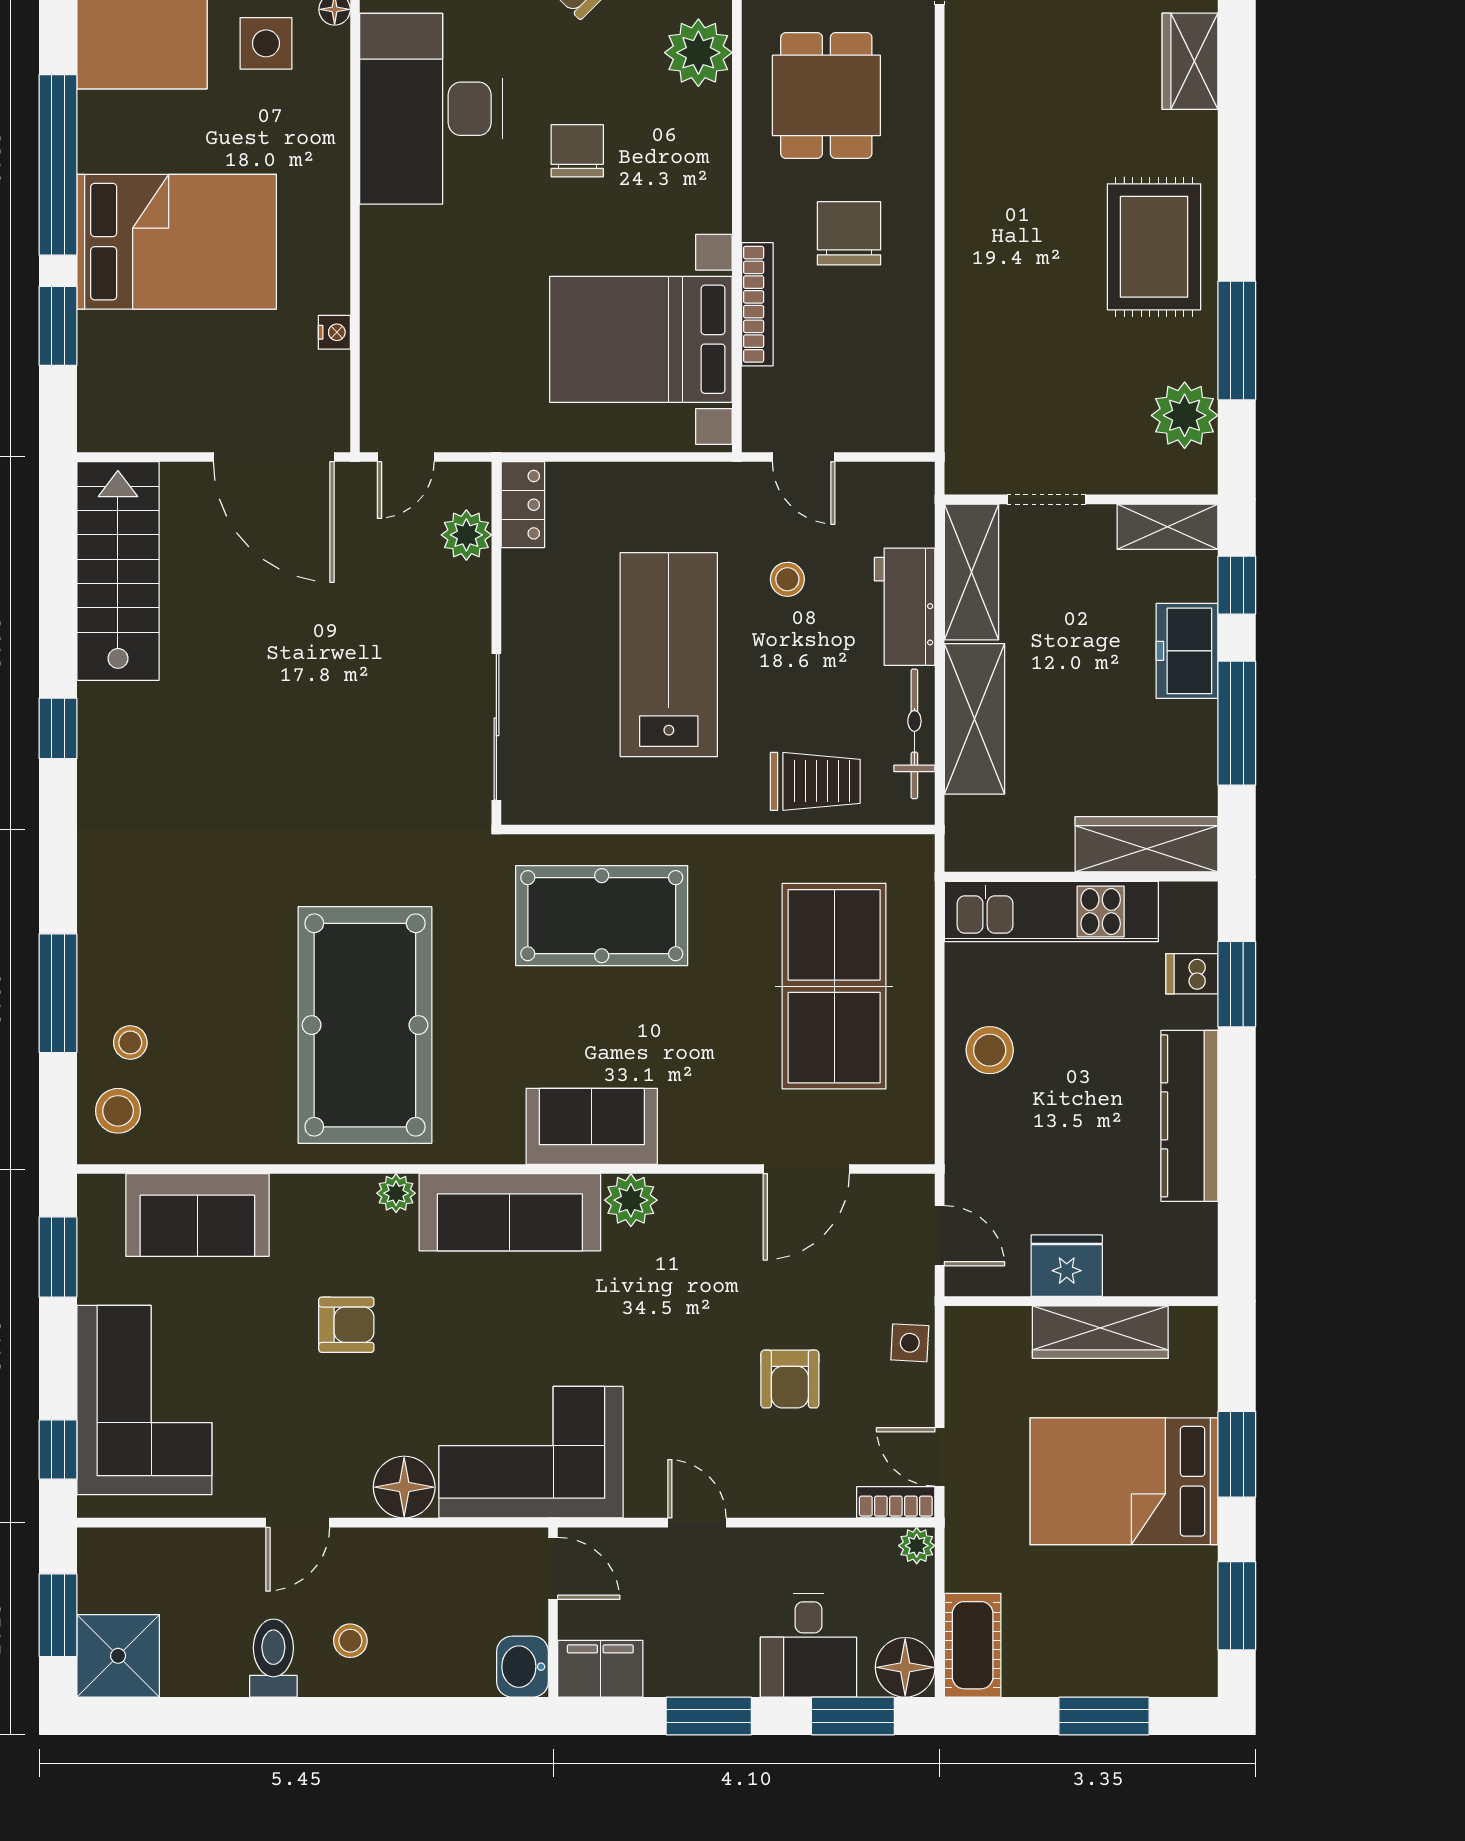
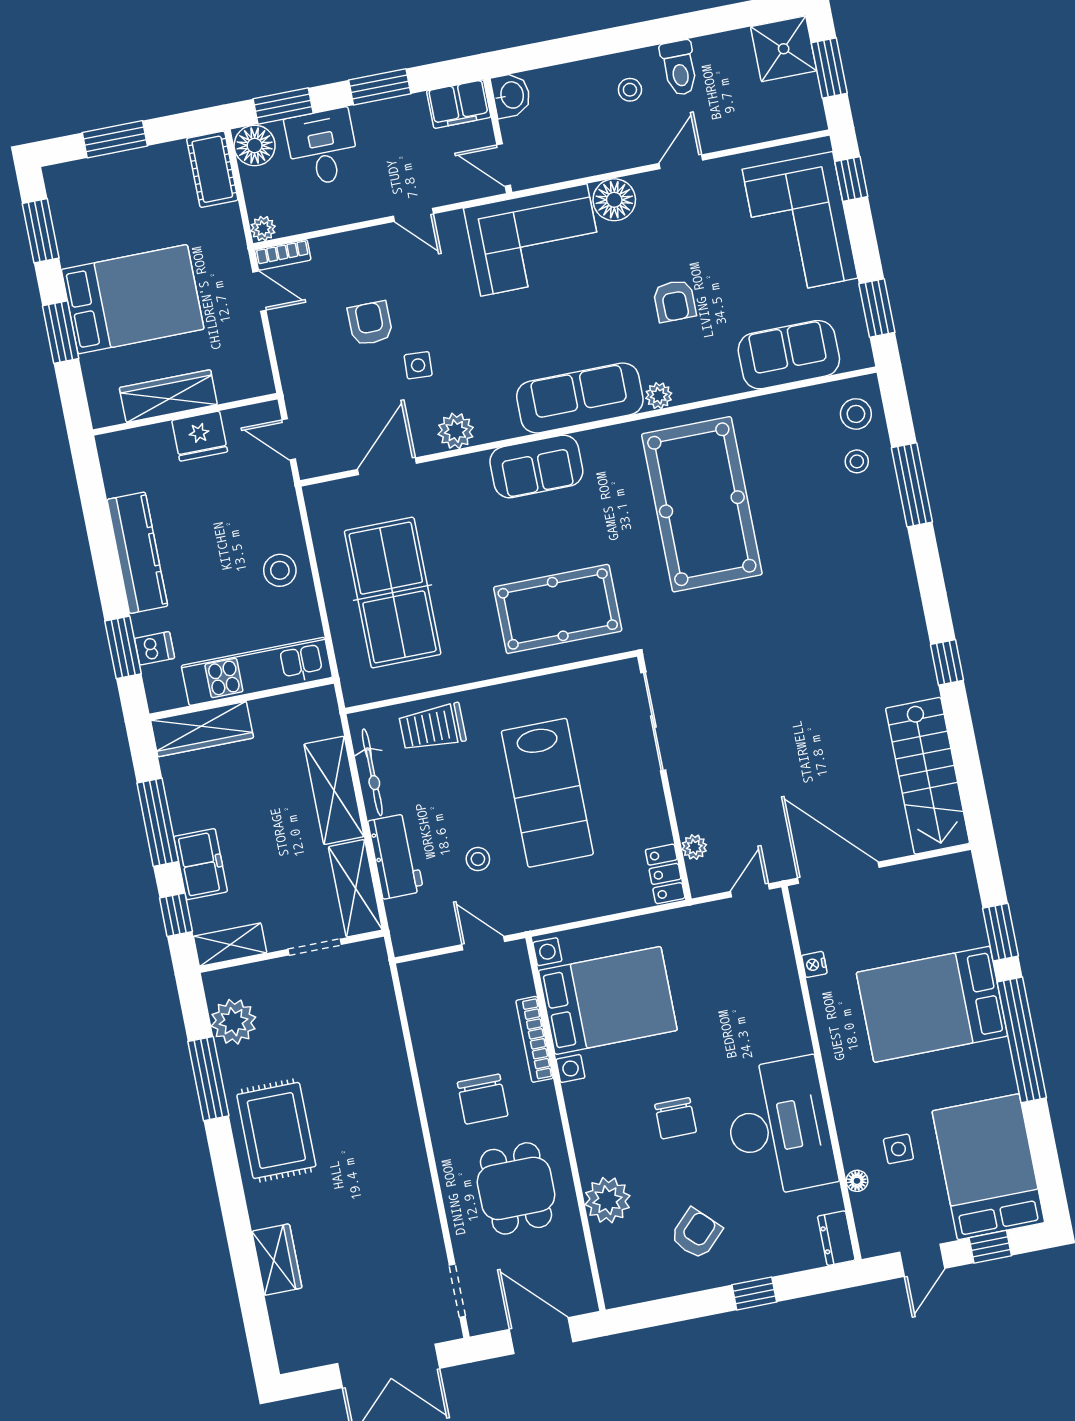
side table: (266, 43) -> (898, 1149), width x0.73, depth x0.73
plant: (466, 535) -> (694, 847), width x0.73, depth x0.73
plant: (631, 1200) -> (456, 431), moved
armchair: (346, 1325) -> (675, 301), turned -90
side table: (910, 1343) -> (418, 365), moved

